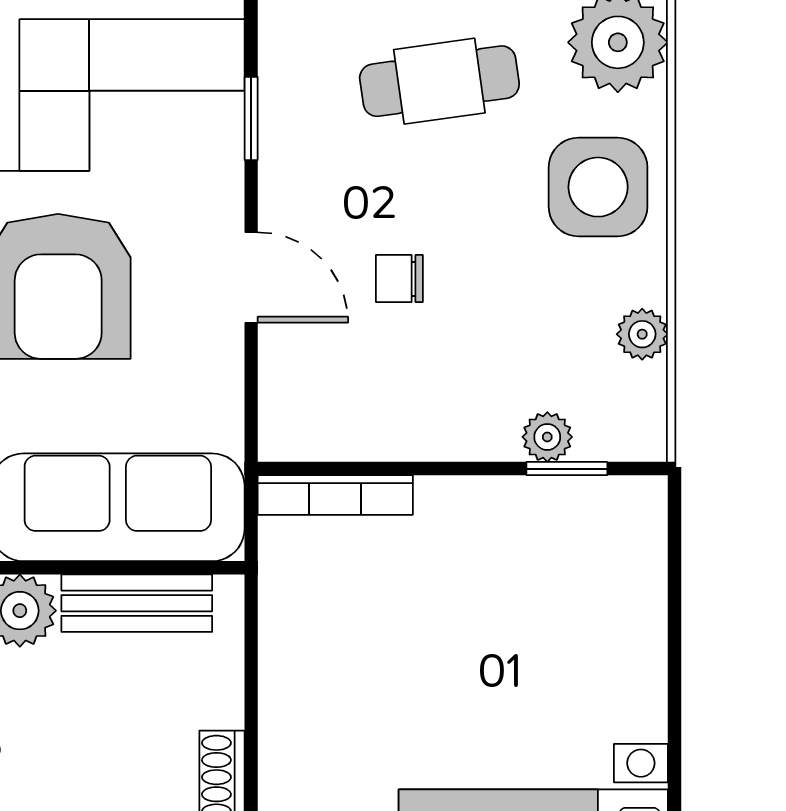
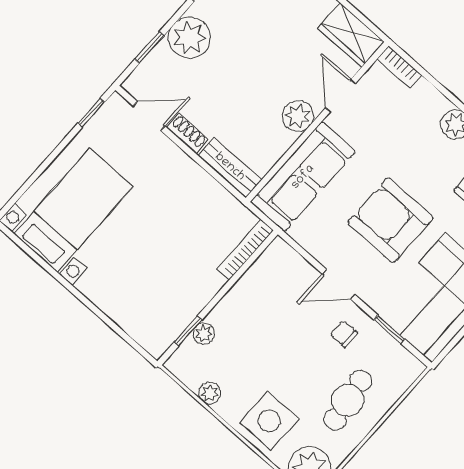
chair: (399, 279) -> (344, 334), moved, turned -90
bench: (137, 603) -> (230, 167), moved, turned 90

